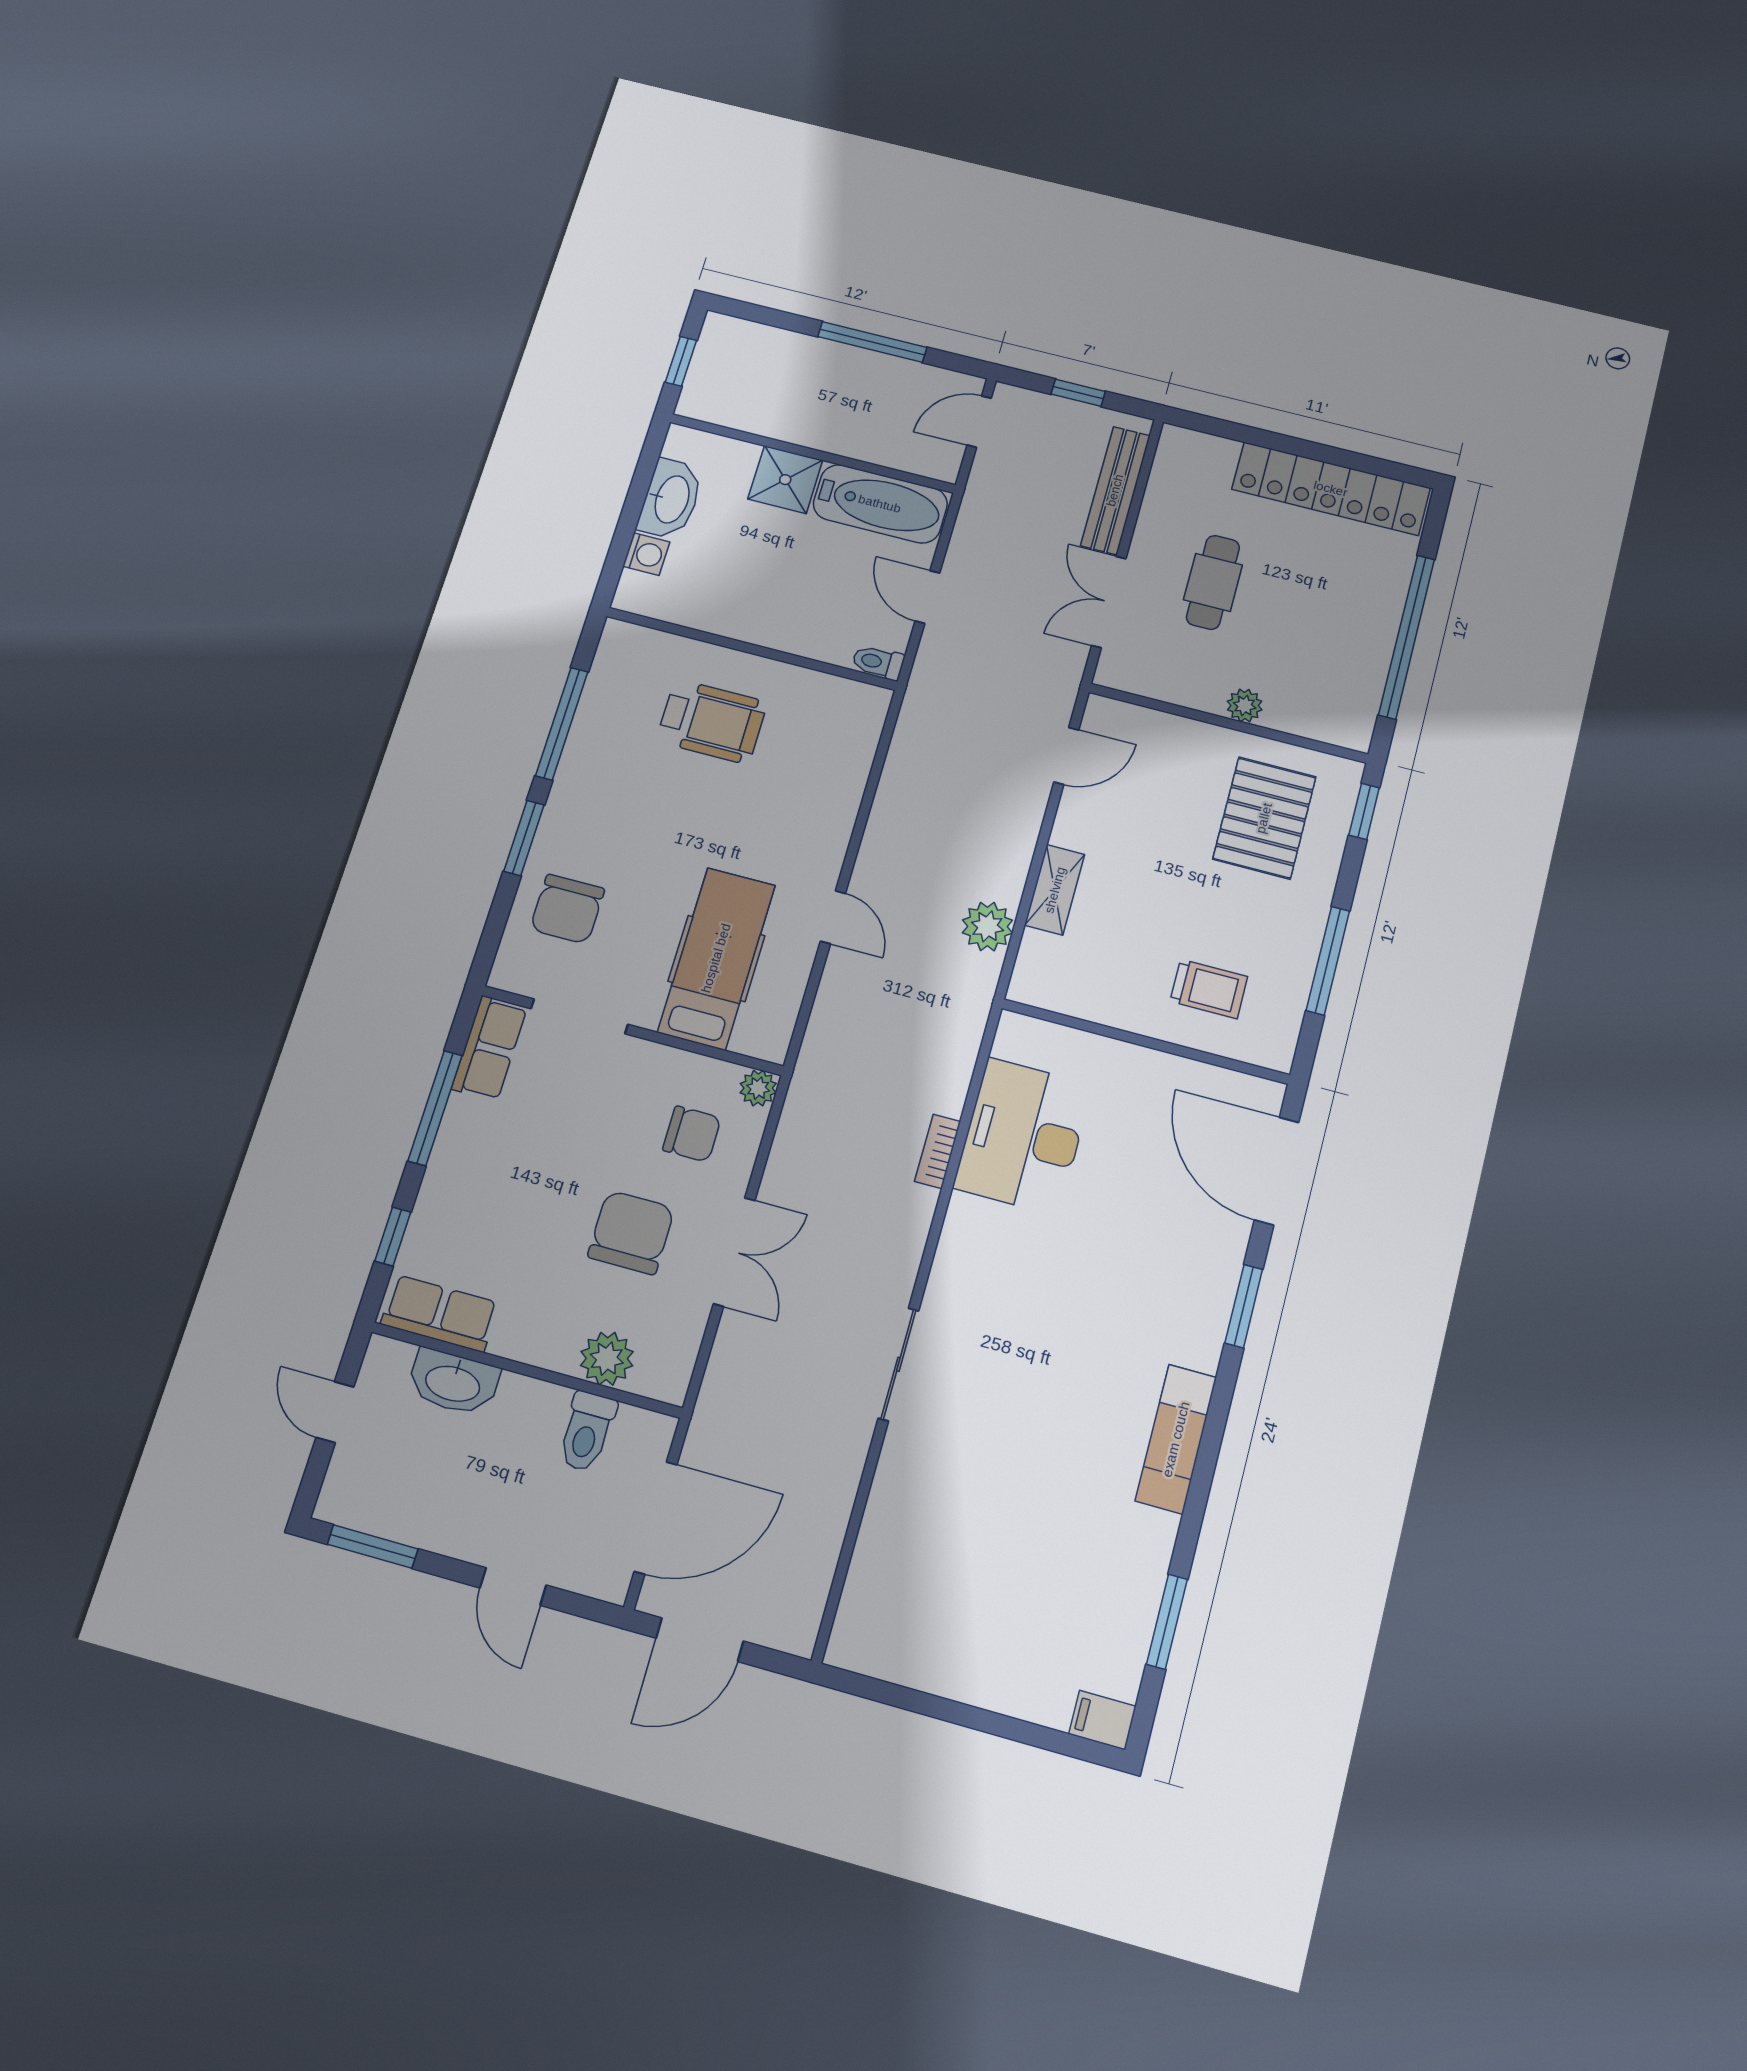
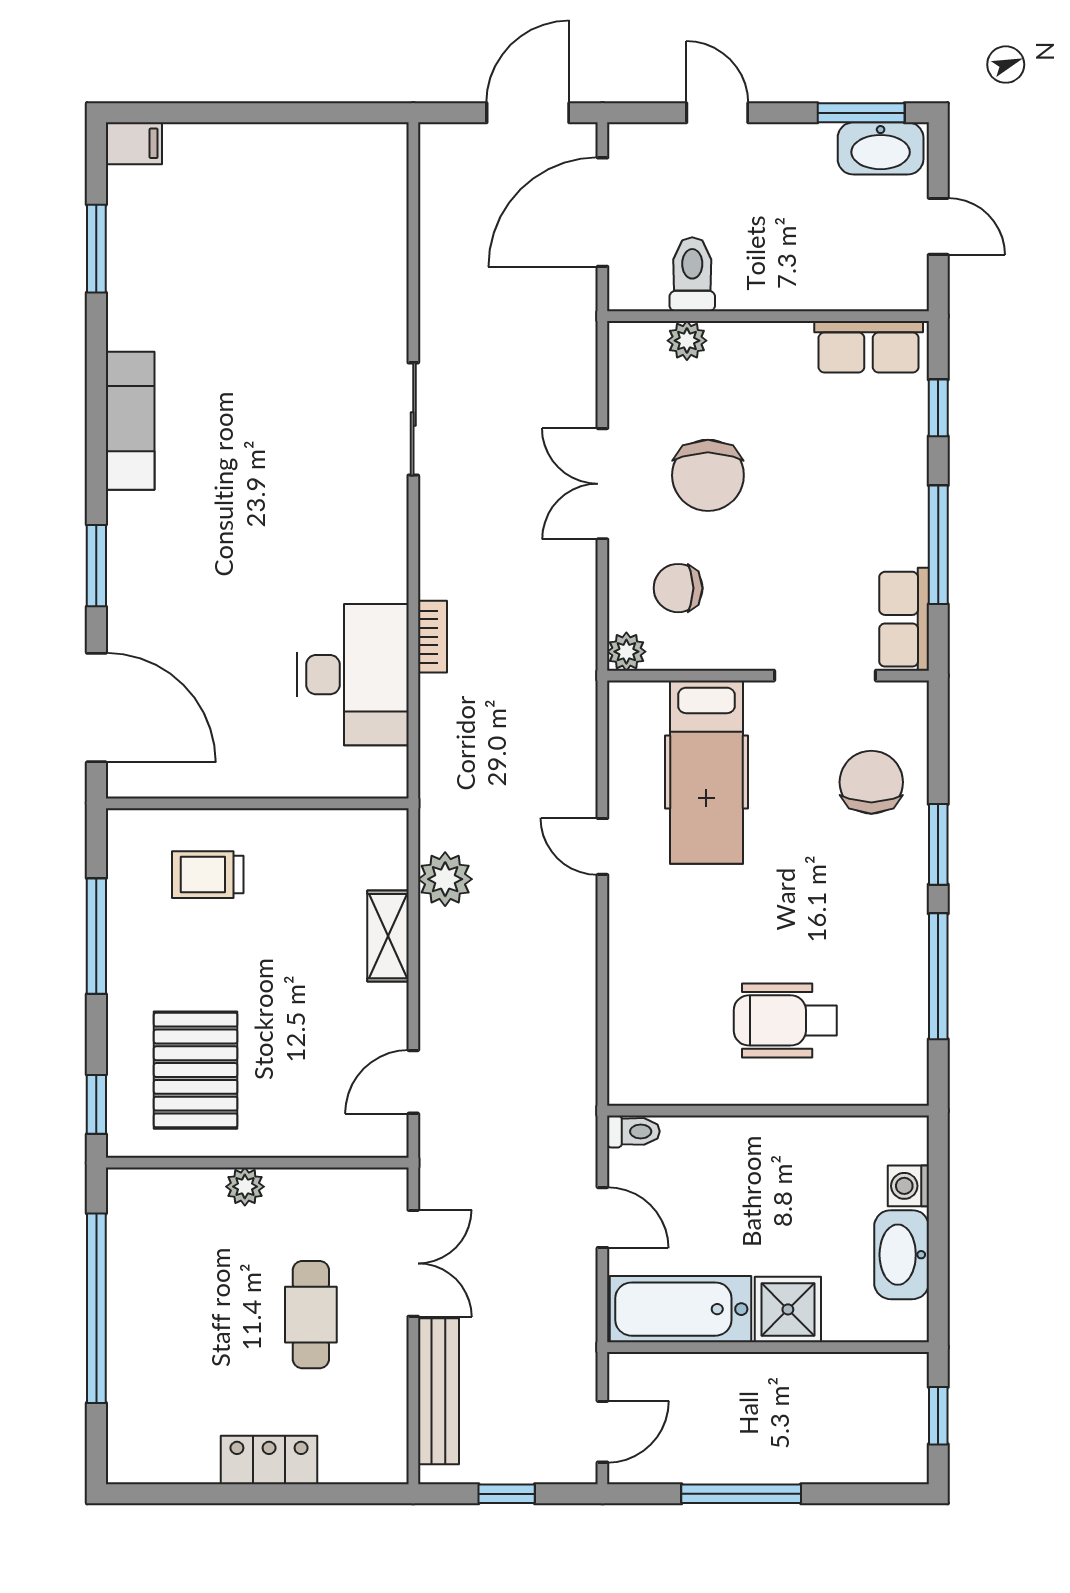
locker: (1331, 489) -> (269, 1460), width x0.46, depth x0.83
plant: (607, 1359) -> (687, 341), width x0.73, depth x0.73
washbasin: (453, 1382) -> (881, 148), moved, turned 180

